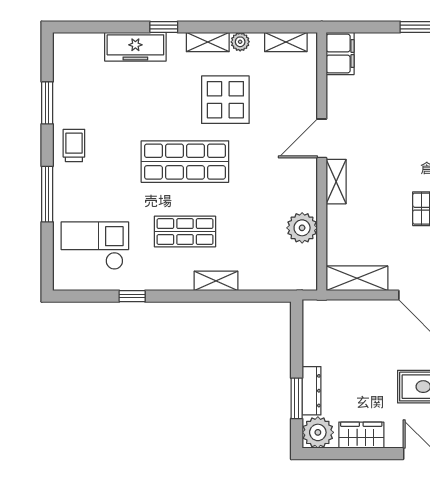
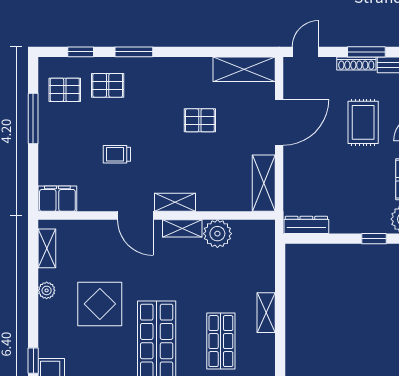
shelving: (208, 42) -> (182, 228), moved, turned 90
trolley: (388, 118) -> (117, 154), added
dresser: (311, 391) -> (306, 225), moved
window: (297, 398) -> (374, 239), width x0.67

